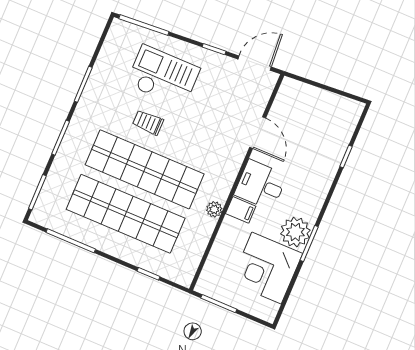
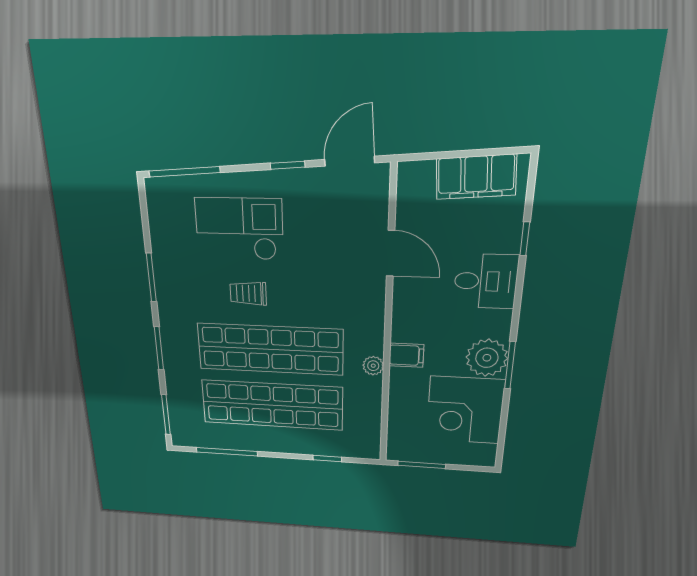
filing cabinet: (329, 105) -> (476, 177), added
desk: (261, 185) -> (486, 281), moved, turned 180

